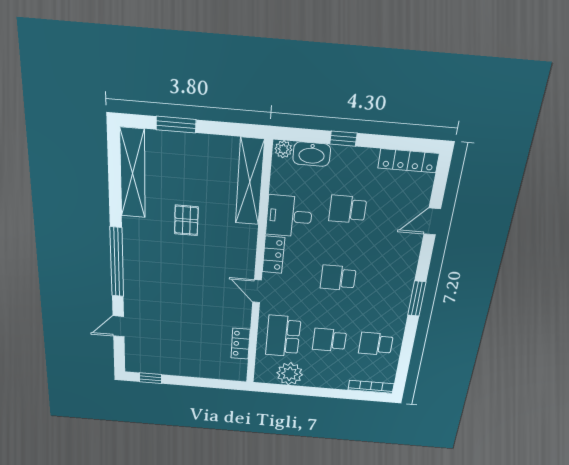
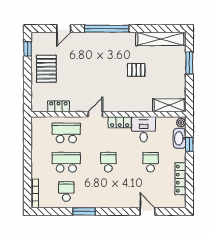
window: (343, 139) -> (189, 144), moved
locker: (408, 161) -> (180, 179), moved
shelving: (250, 182) -> (169, 105), width x0.68
window: (417, 299) -> (84, 211), moved
door: (119, 326) -> (64, 29), swing flipped
school desk: (329, 340) -> (66, 162), width x1.85
pallet: (181, 355) -> (46, 69), added
plant: (290, 374) -> (39, 140), removed

